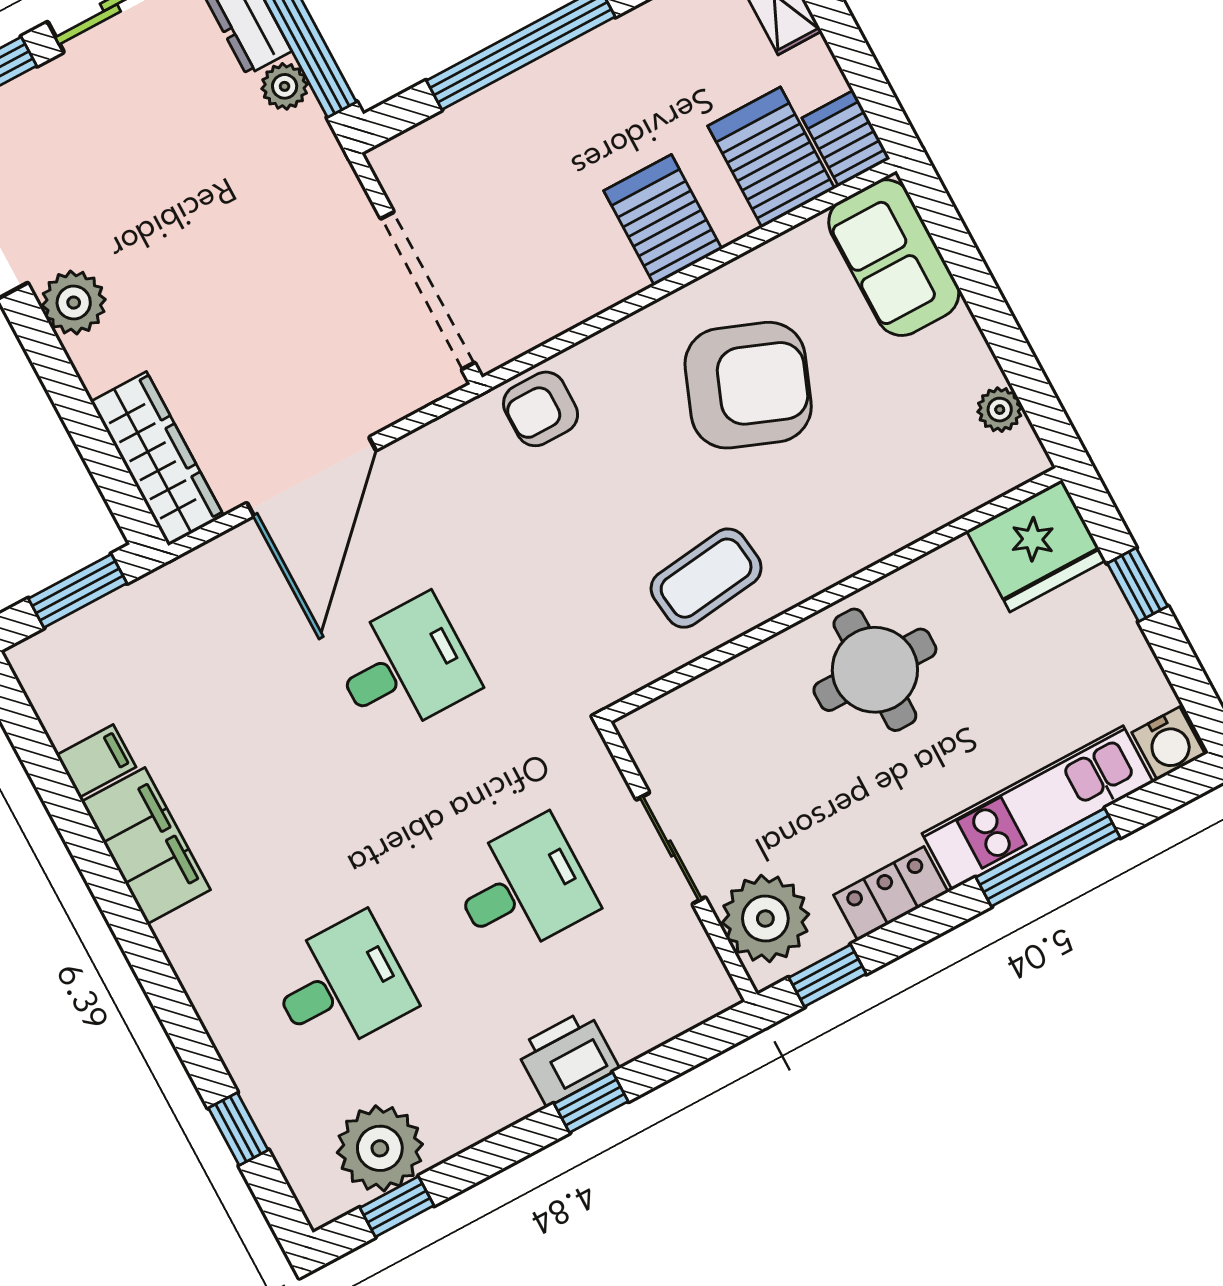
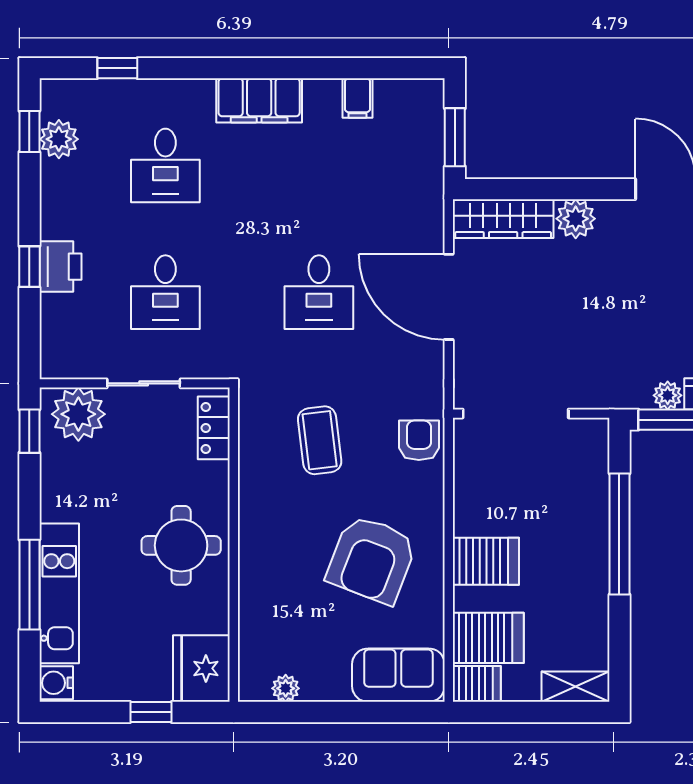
plant: (74, 303) -> (576, 219), moved
coffee table: (706, 578) -> (320, 440), moved
filing cabinet: (146, 846) -> (259, 100), moved
locker: (891, 894) -> (214, 428), moved, turned 180
plant: (380, 1148) -> (59, 139), width x0.73, depth x0.73

